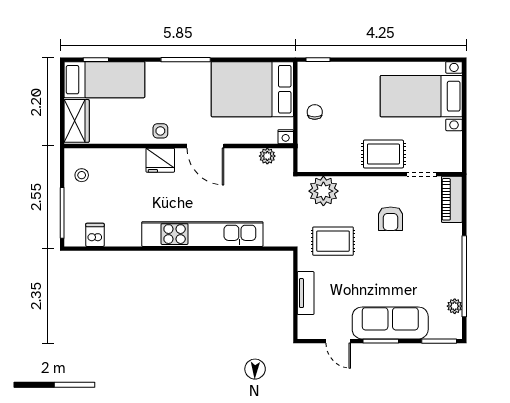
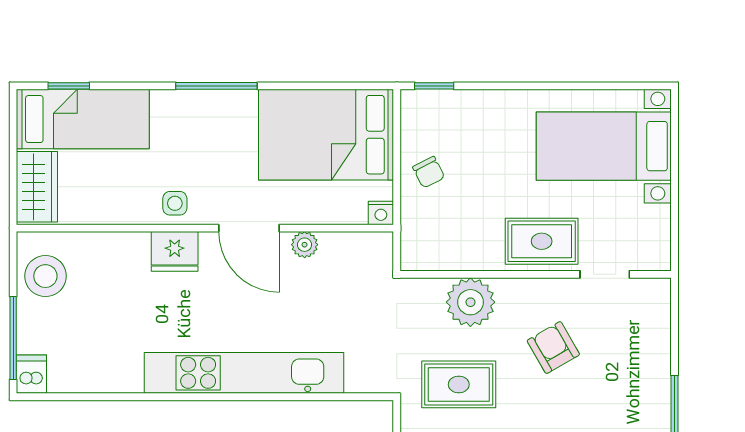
chair: (315, 112) -> (429, 172), turned 153
plant: (267, 156) -> (305, 245), moved
stool: (82, 175) -> (45, 276), width x1.89, depth x1.89
plant: (323, 191) -> (470, 302), moved
piano: (452, 199) -> (654, 316), removed
armchair: (391, 219) -> (553, 348), turned 150
dishwasher: (95, 235) -> (31, 374), moved

